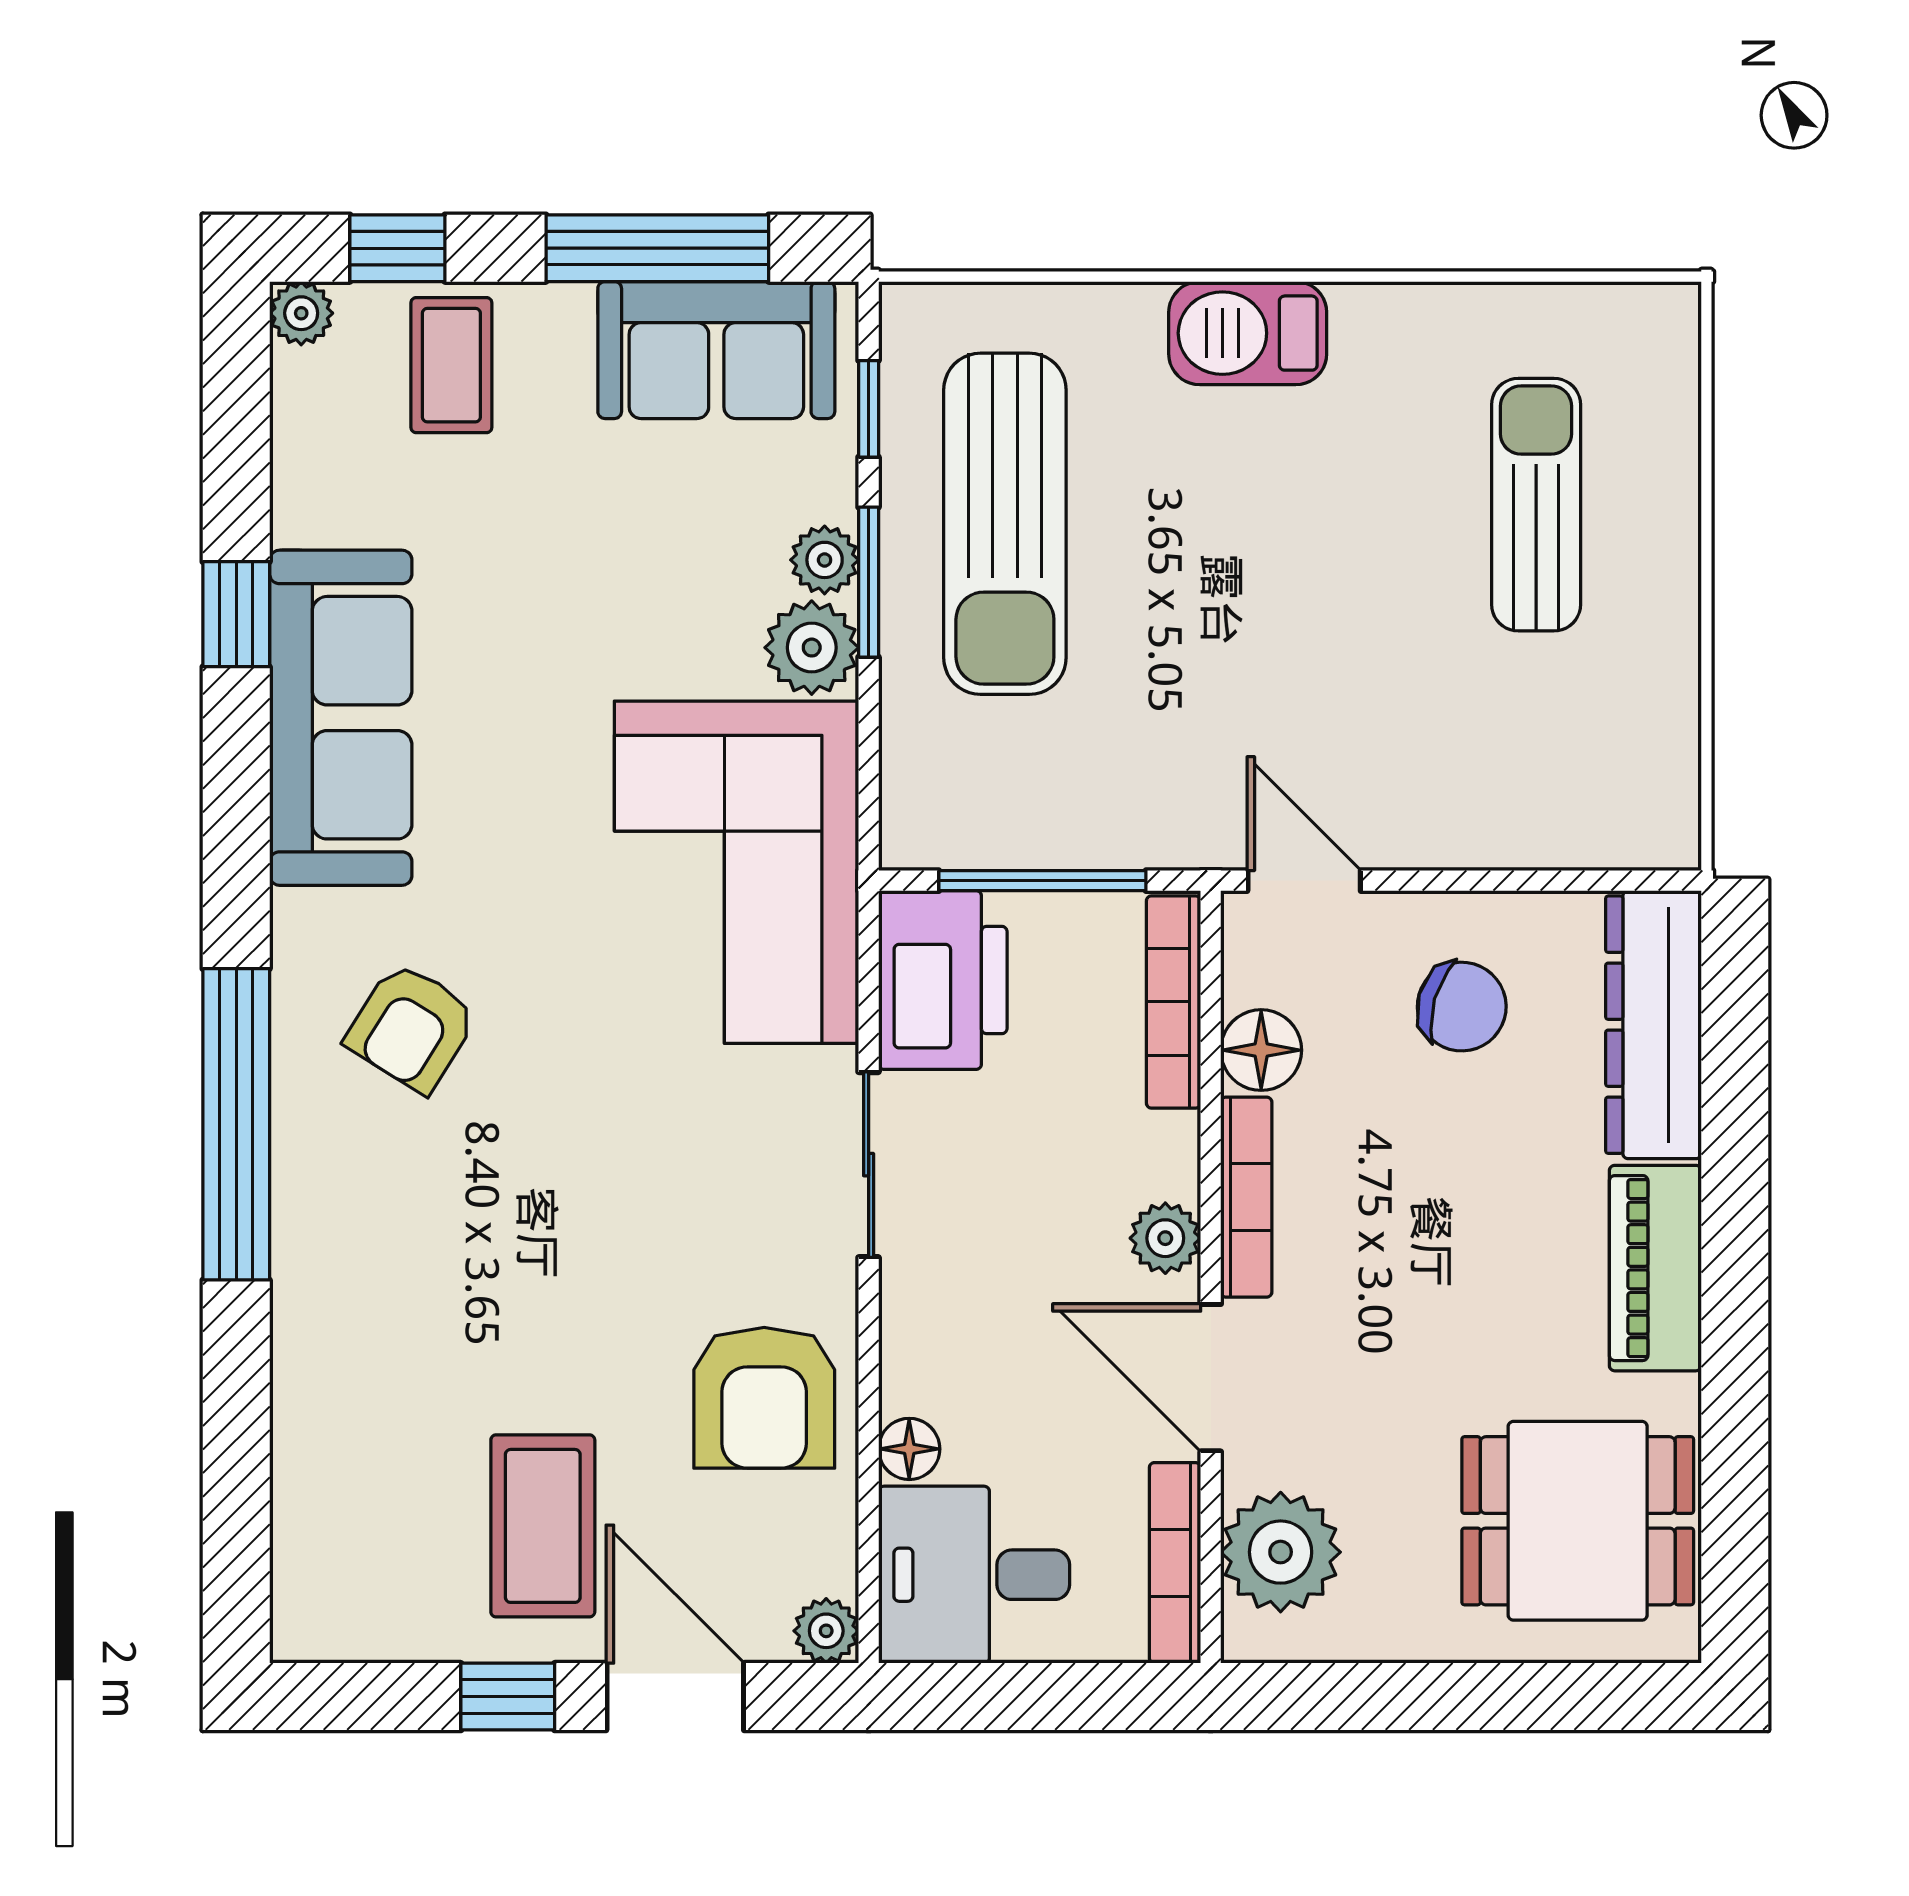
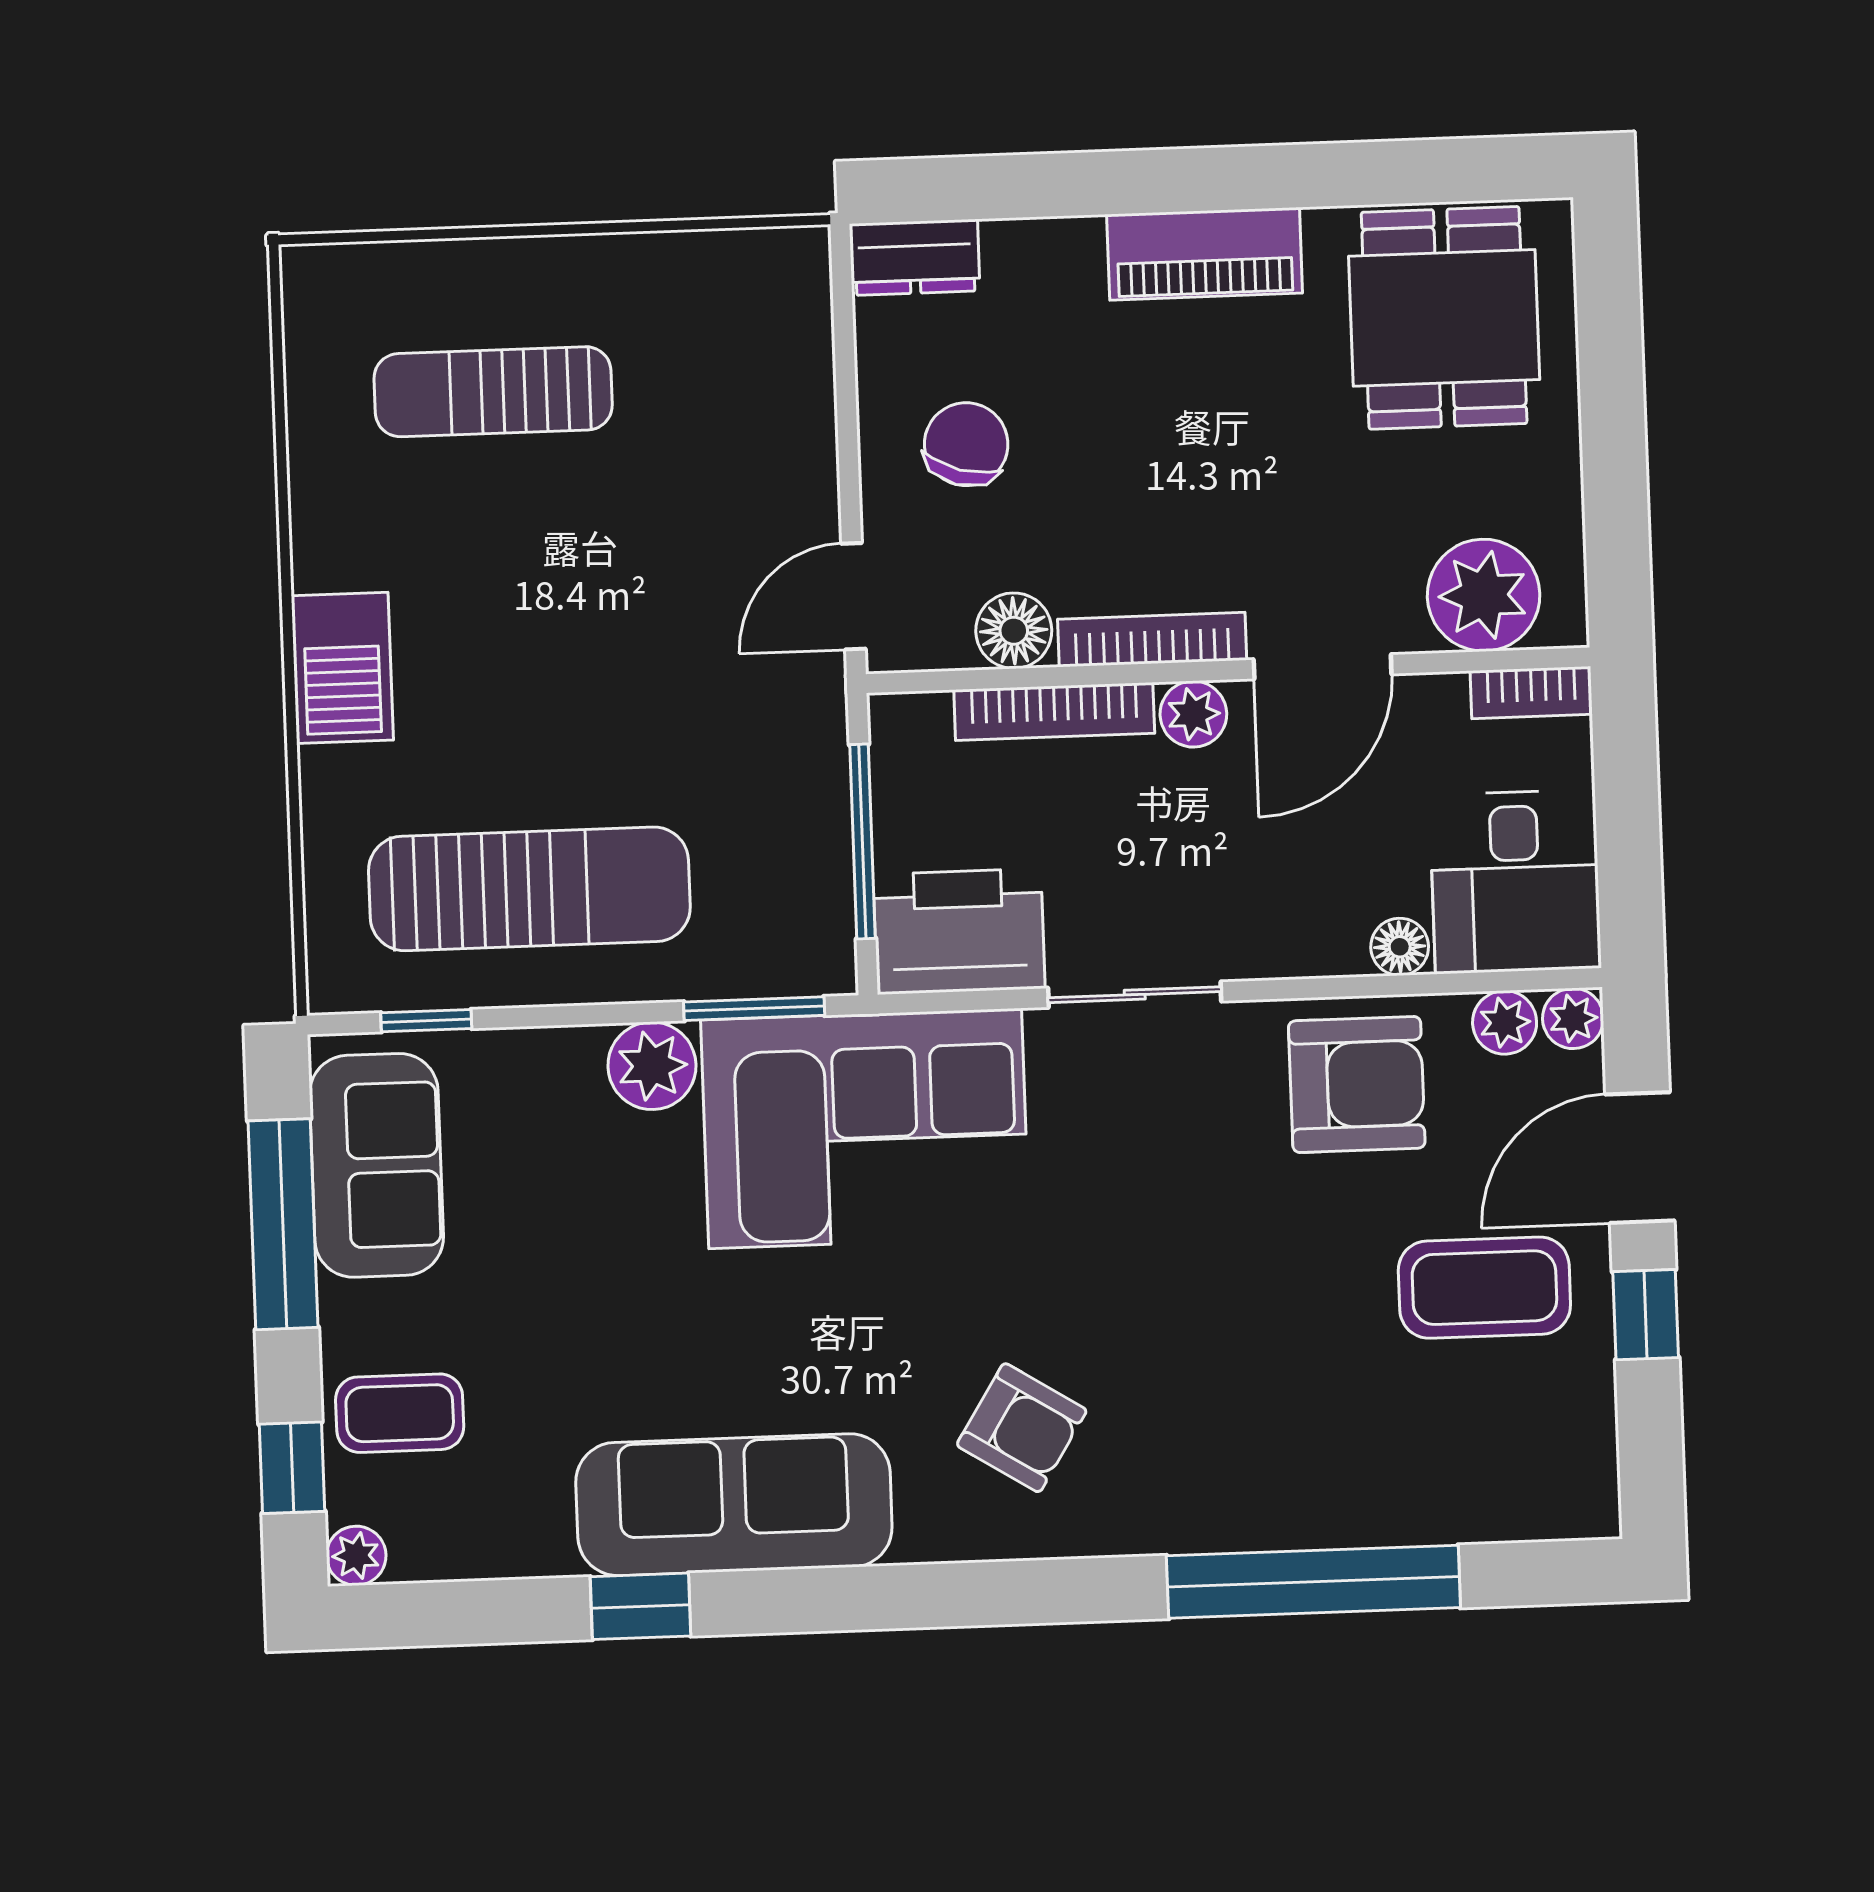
plant: (825, 560) -> (1505, 1022), moved
window: (869, 582) -> (754, 1009), moved
bookcase: (1173, 1002) -> (1054, 711), moved
dresser: (1653, 1025) -> (915, 257), width x0.51, depth x0.80
window: (236, 1124) -> (1313, 1582), moved
bookcase: (1175, 1563) -> (1531, 693), width x0.64

